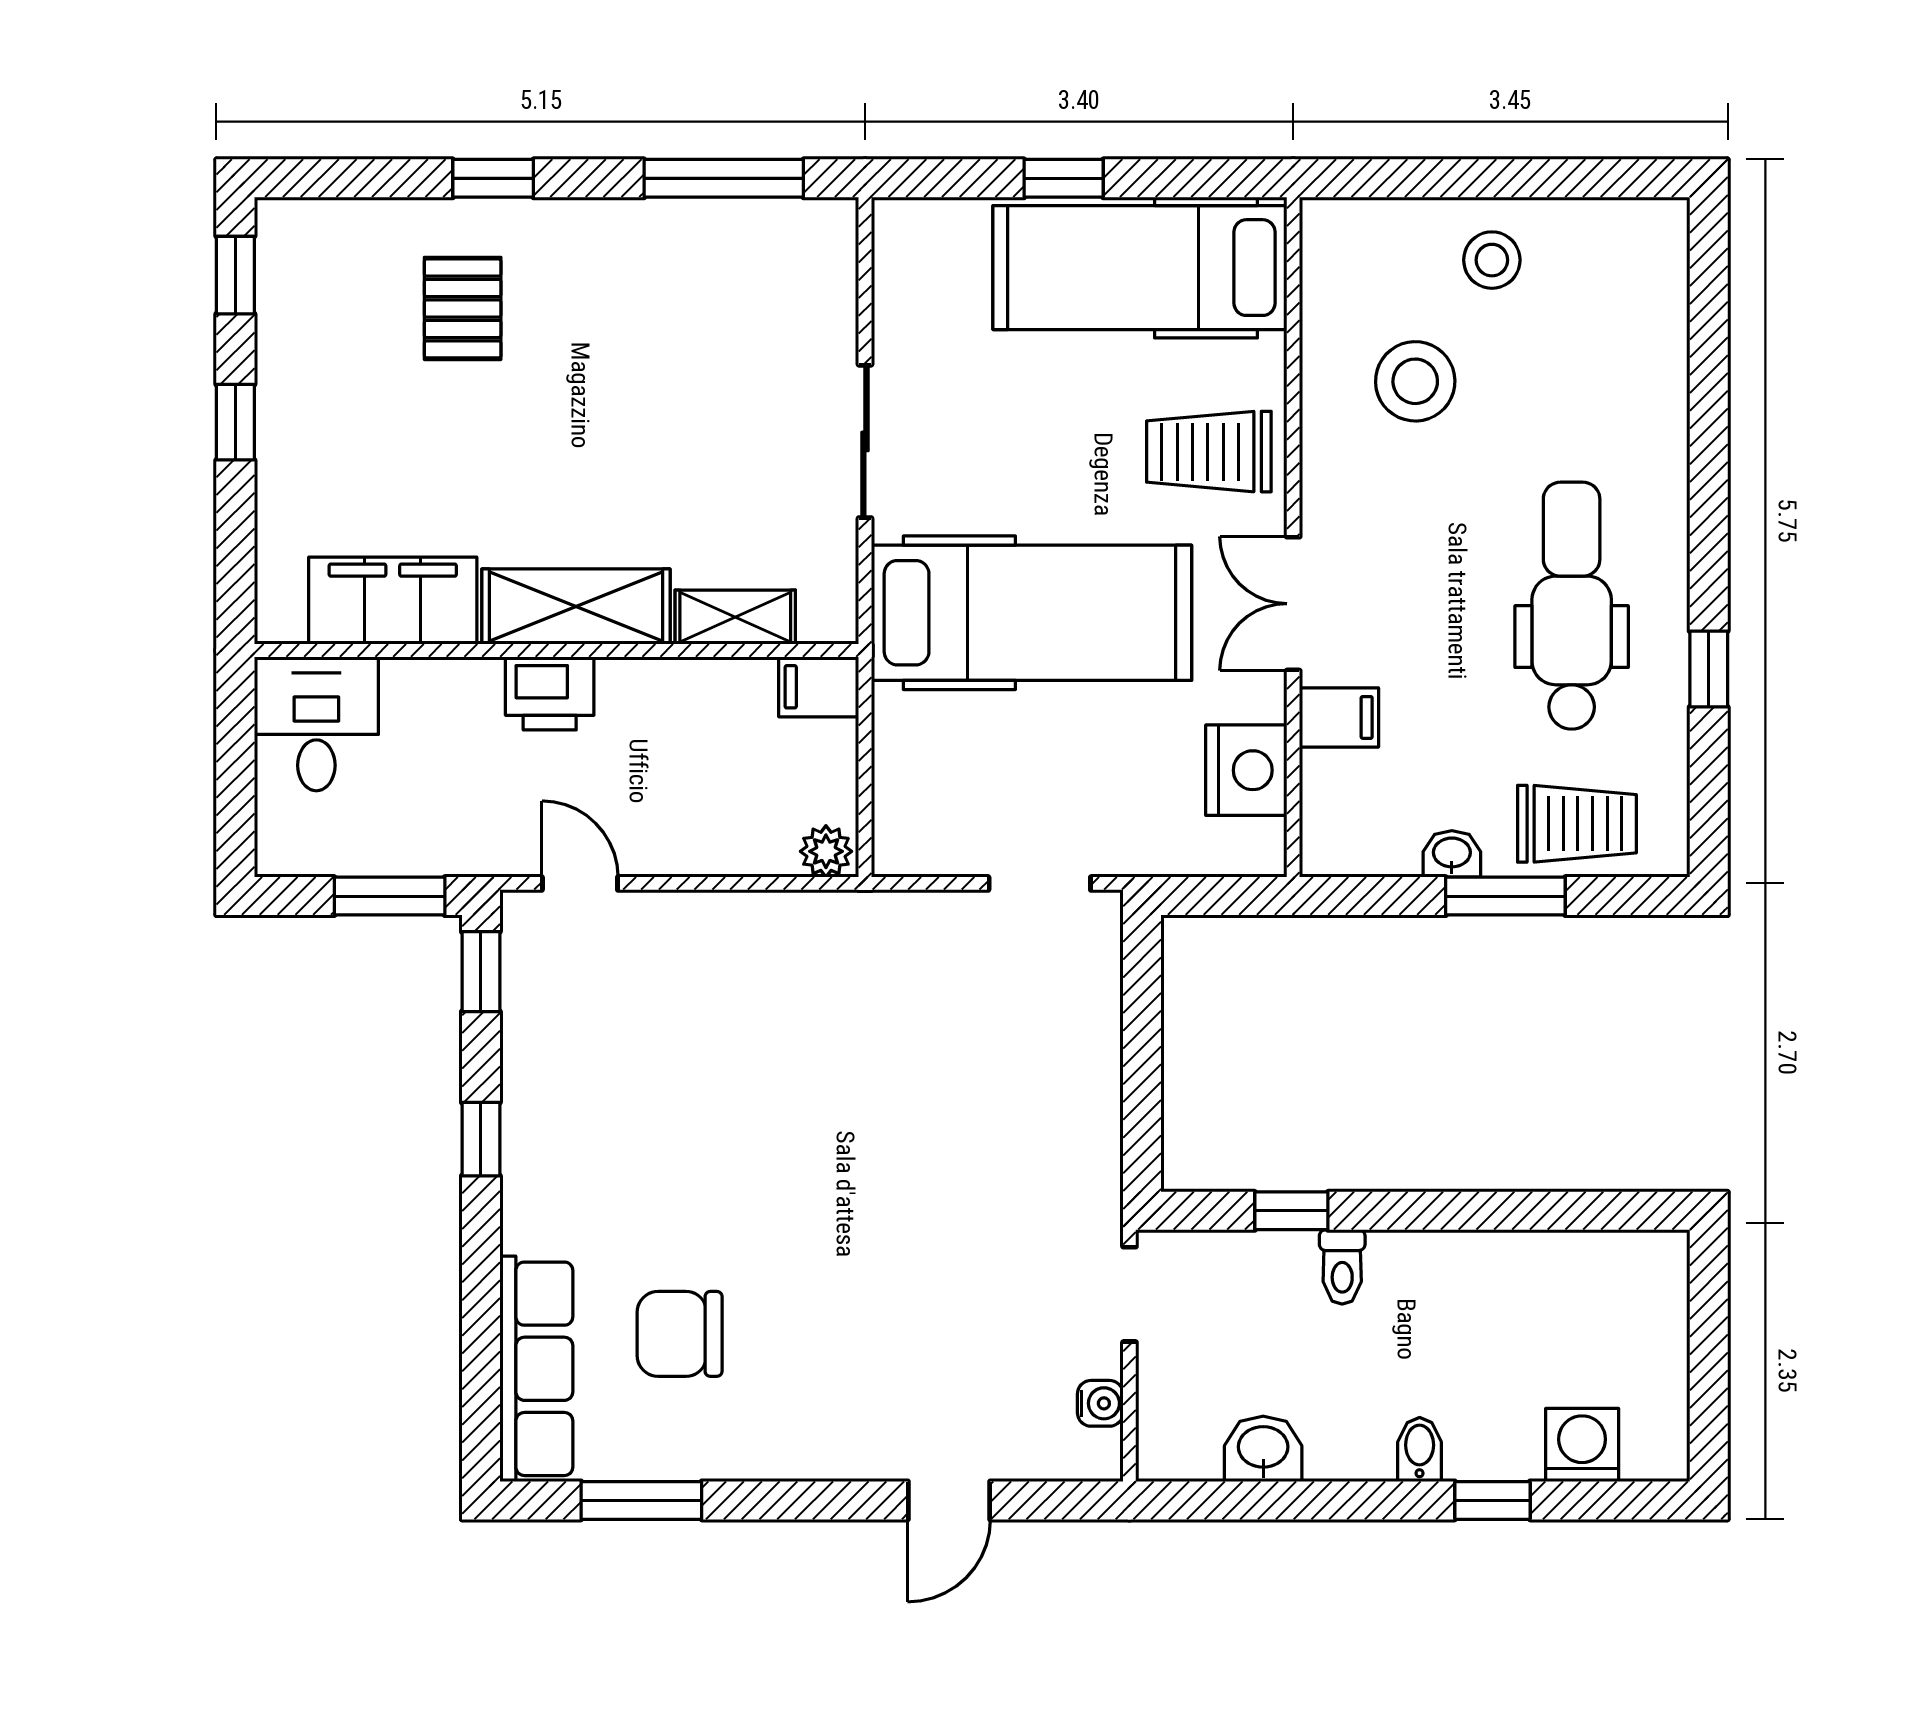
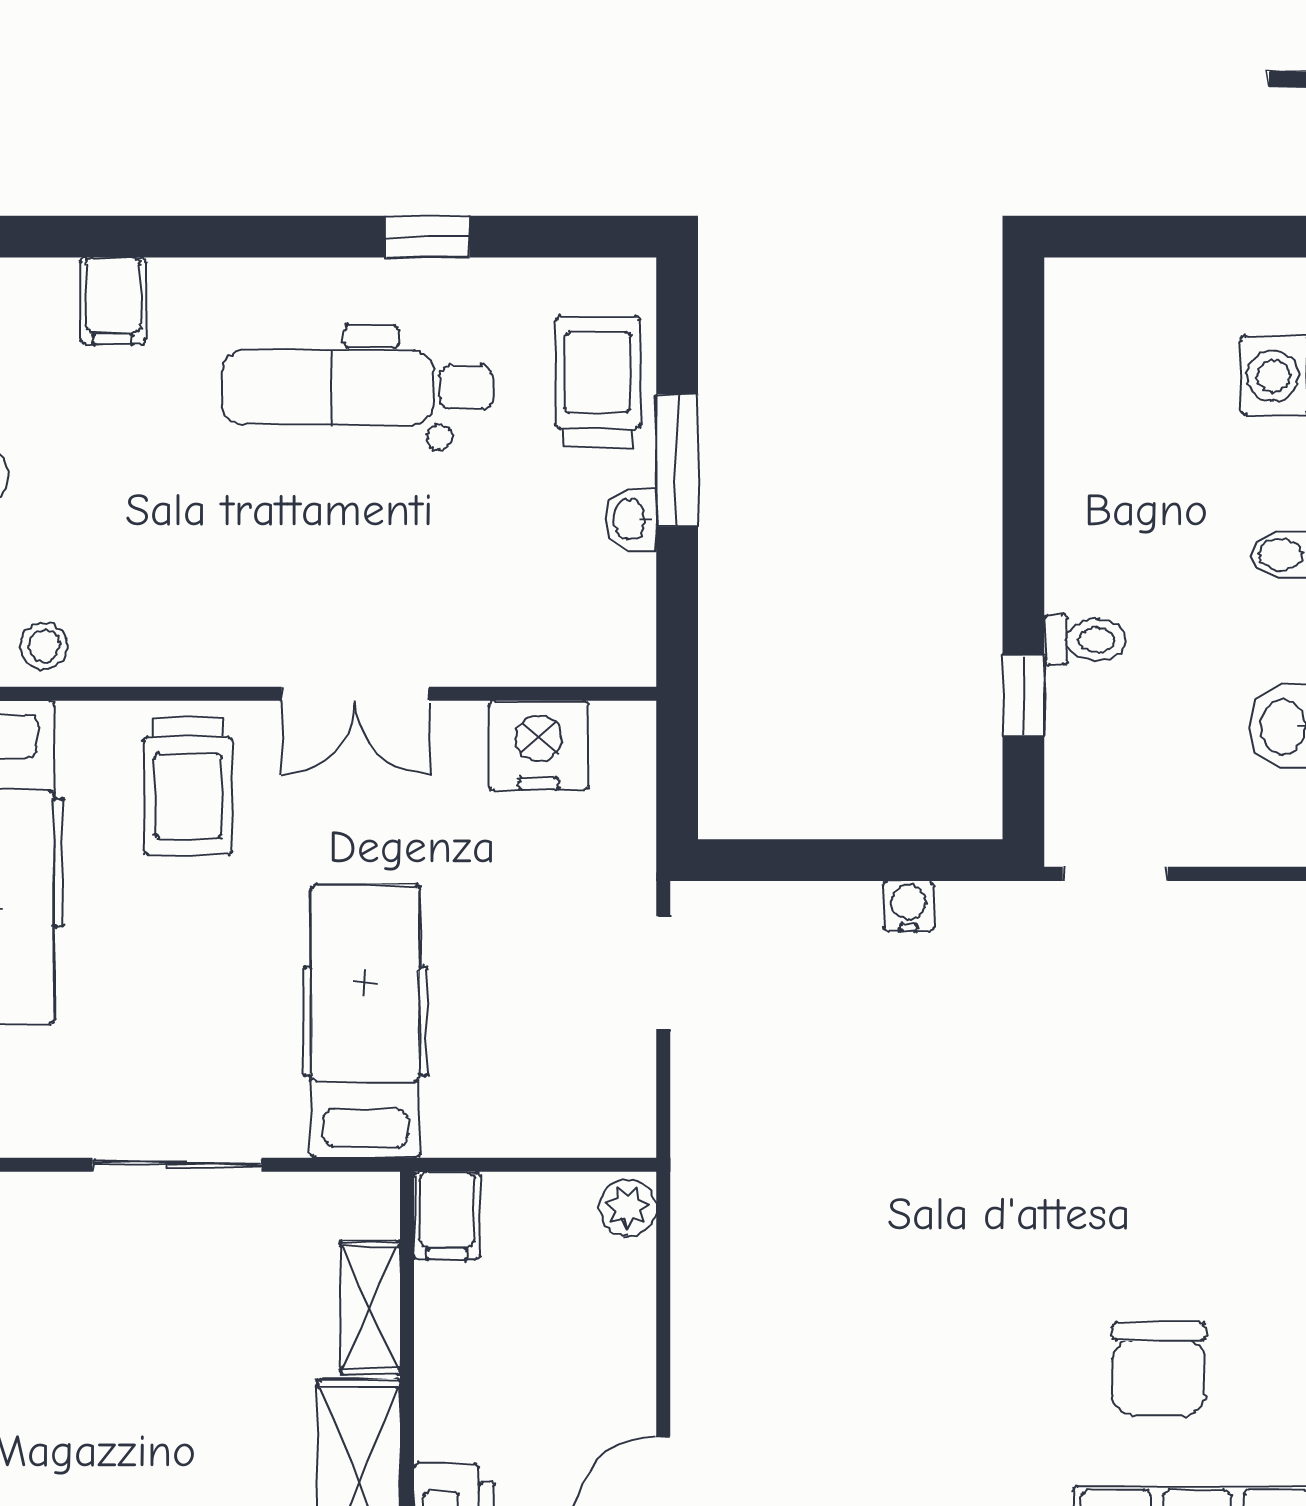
stool: (1415, 381) -> (44, 646), moved, width x0.53, depth x0.53
hospital bed: (1032, 613) -> (365, 1021), width x0.73, depth x0.78
filing cabinet: (1339, 717) -> (113, 301), moved, turned 180
water cooler: (1100, 1403) -> (909, 906), moved

